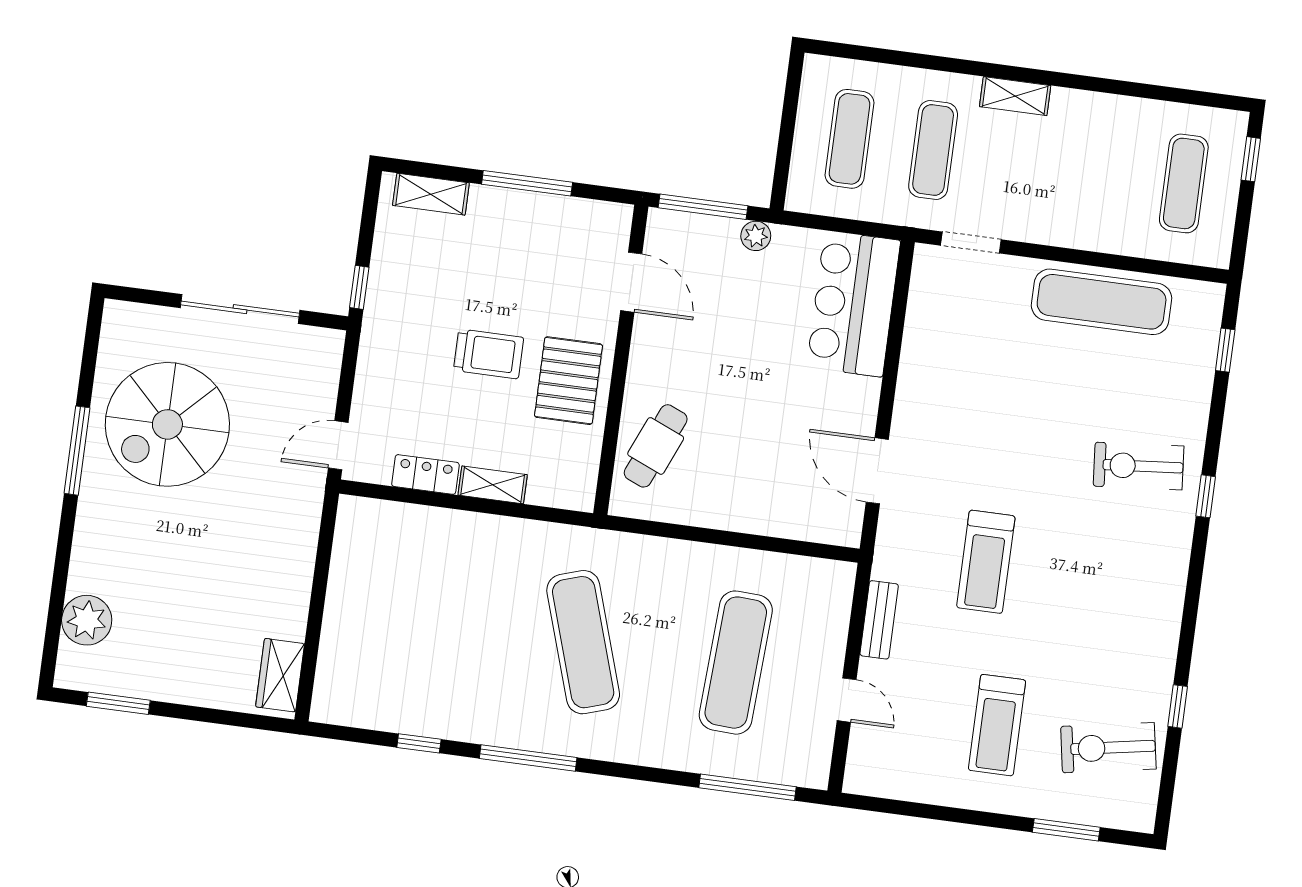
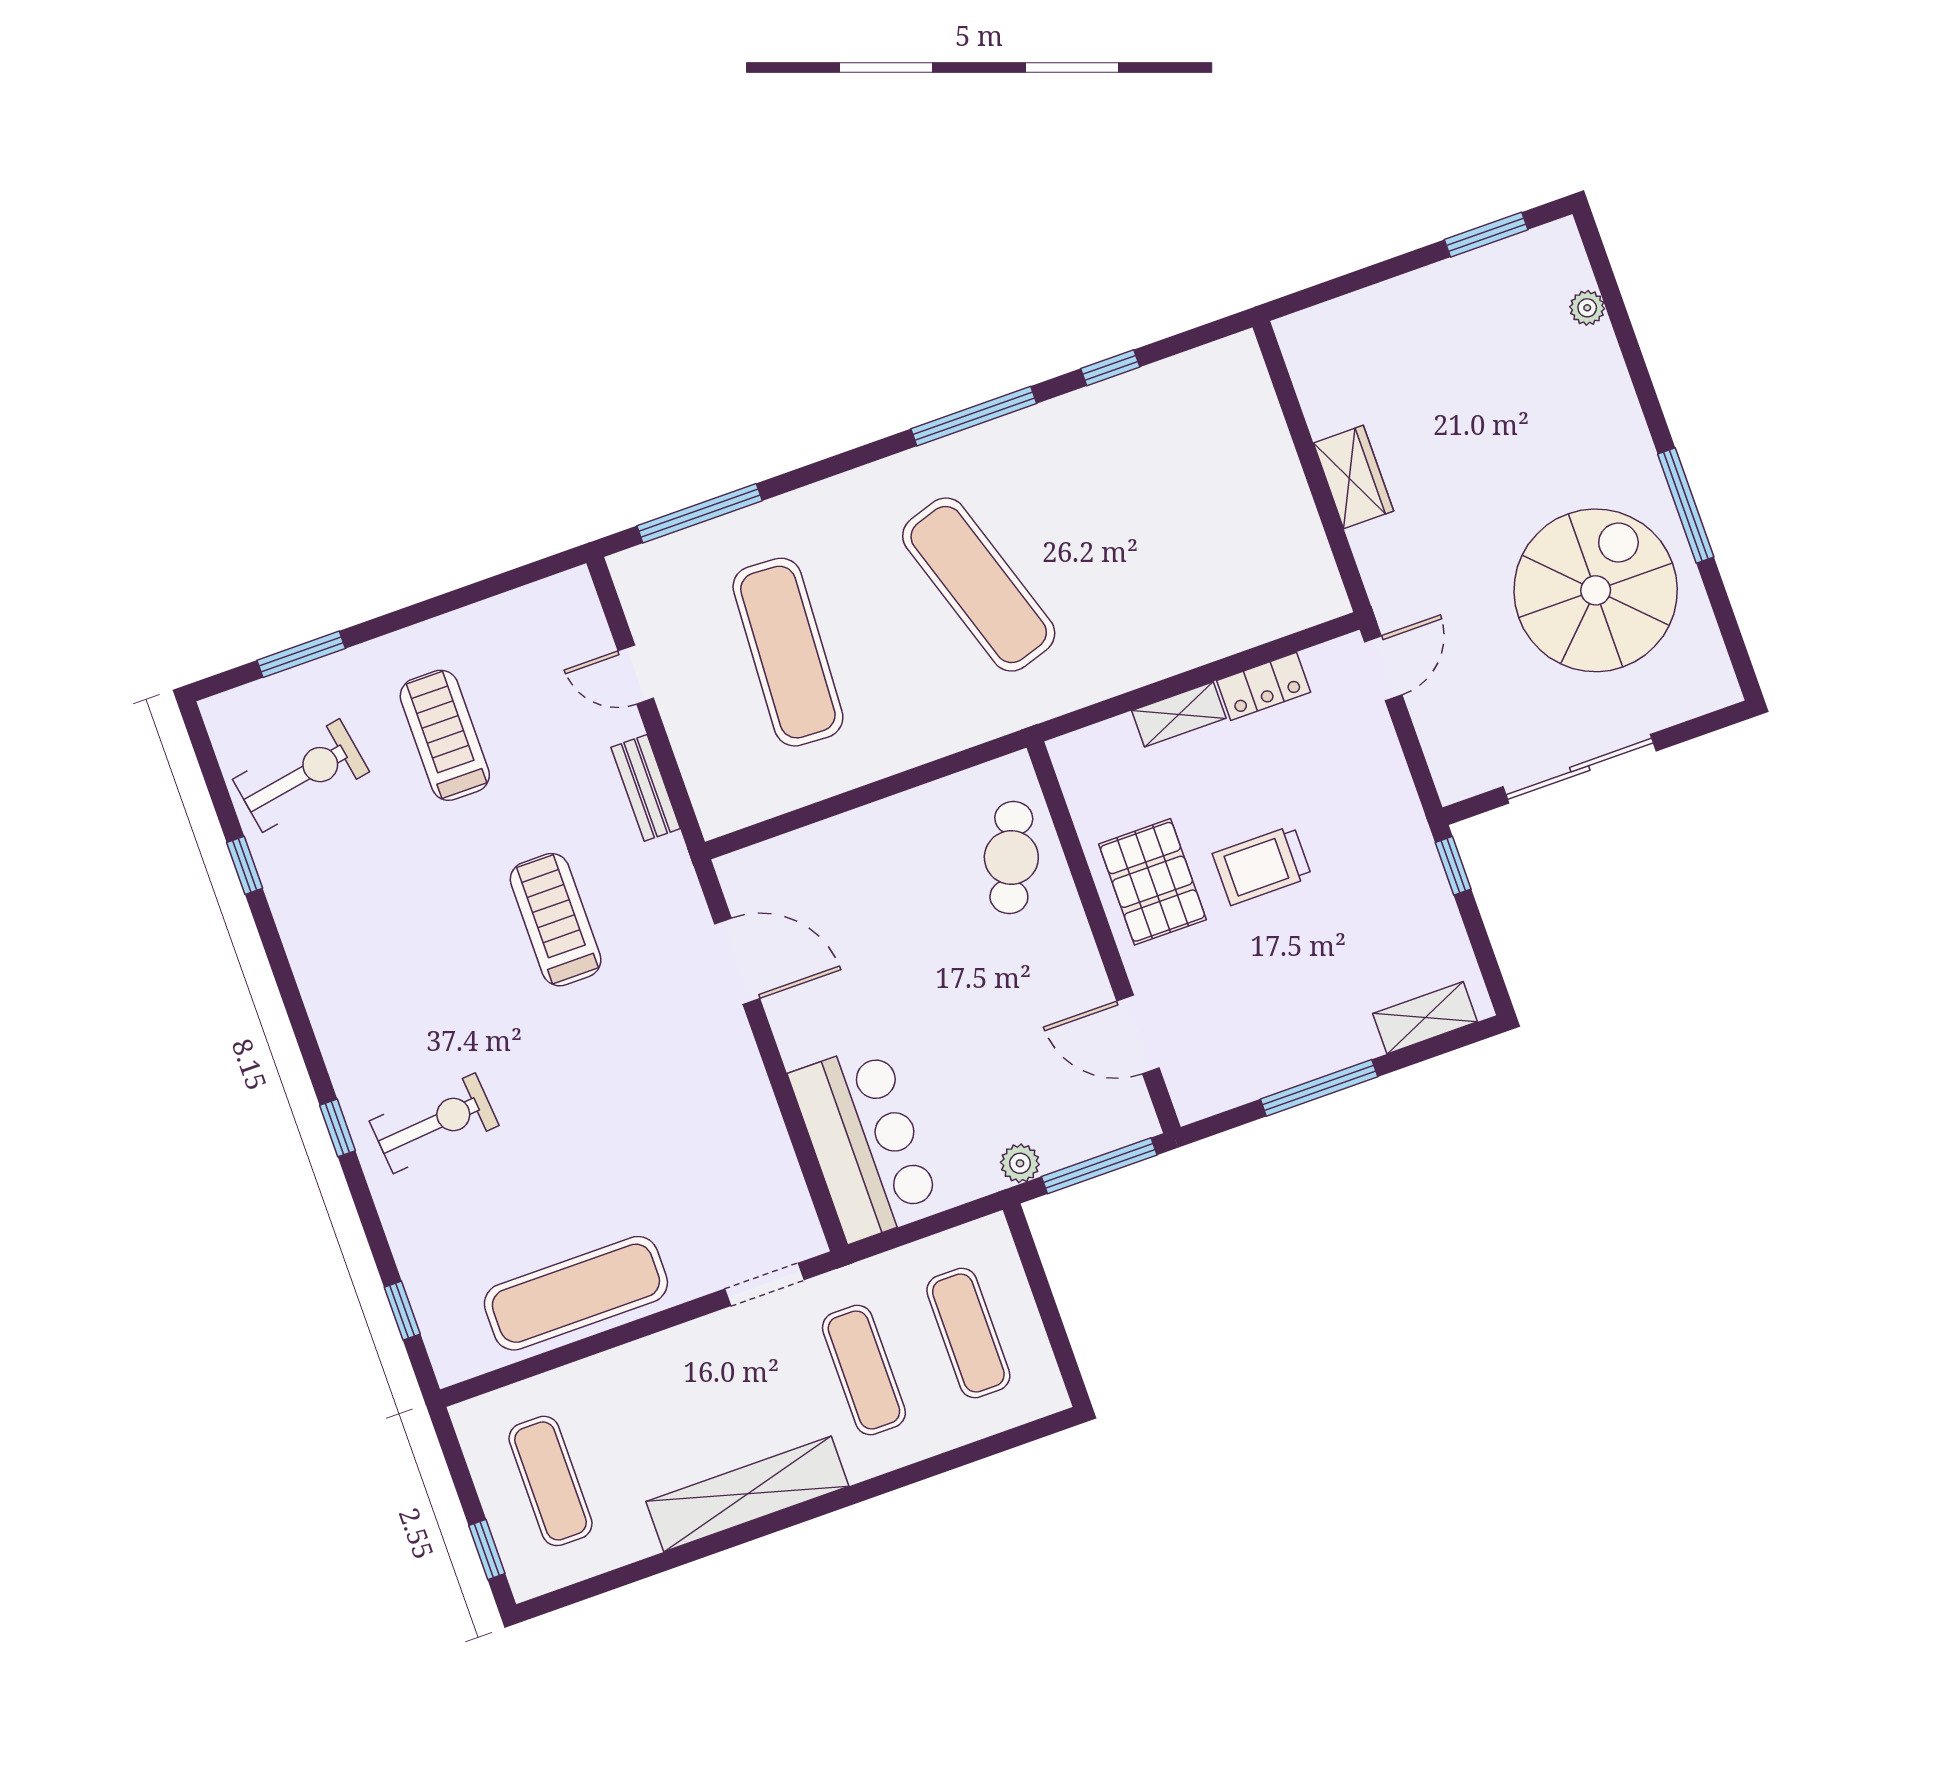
shelving: (1015, 96) -> (747, 1494), width x2.20, depth x1.33
plant: (87, 620) -> (1587, 308), width x0.53, depth x0.53
wardrobe: (280, 675) -> (1353, 477), moved

